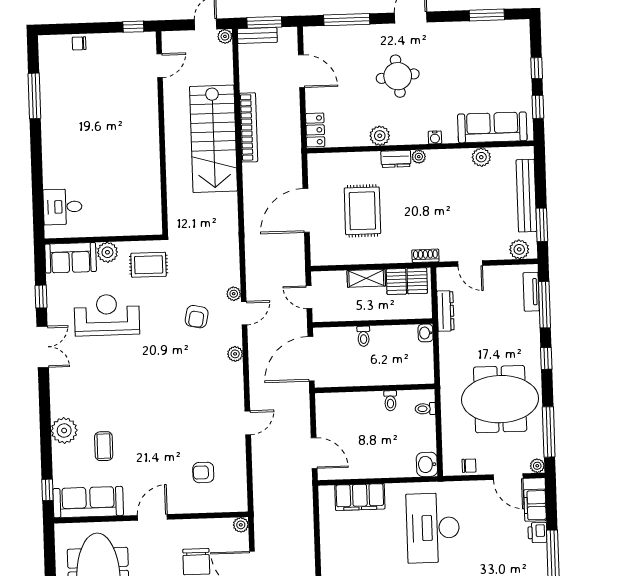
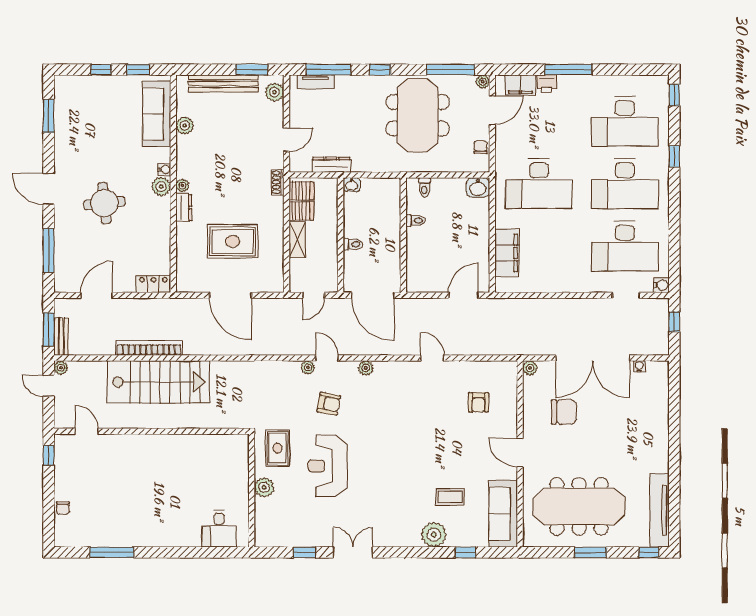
plant: (380, 136) -> (161, 187), moved
sofa: (71, 258) -> (268, 523), removed
reception desk: (107, 315) -> (328, 466), moved
window: (47, 490) -> (466, 552), moved

